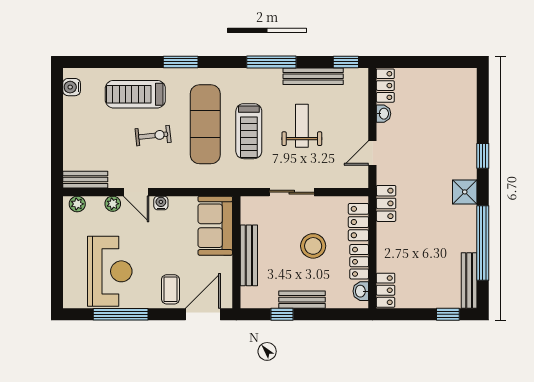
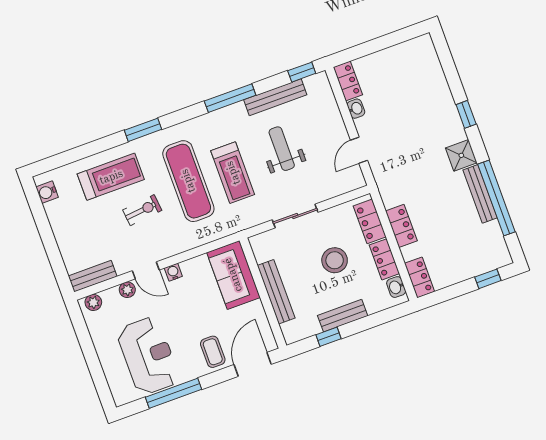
treadmill: (135, 94) -> (111, 177), turned 180
locker: (386, 203) -> (401, 226), moved
bench: (469, 280) -> (480, 194), moved

